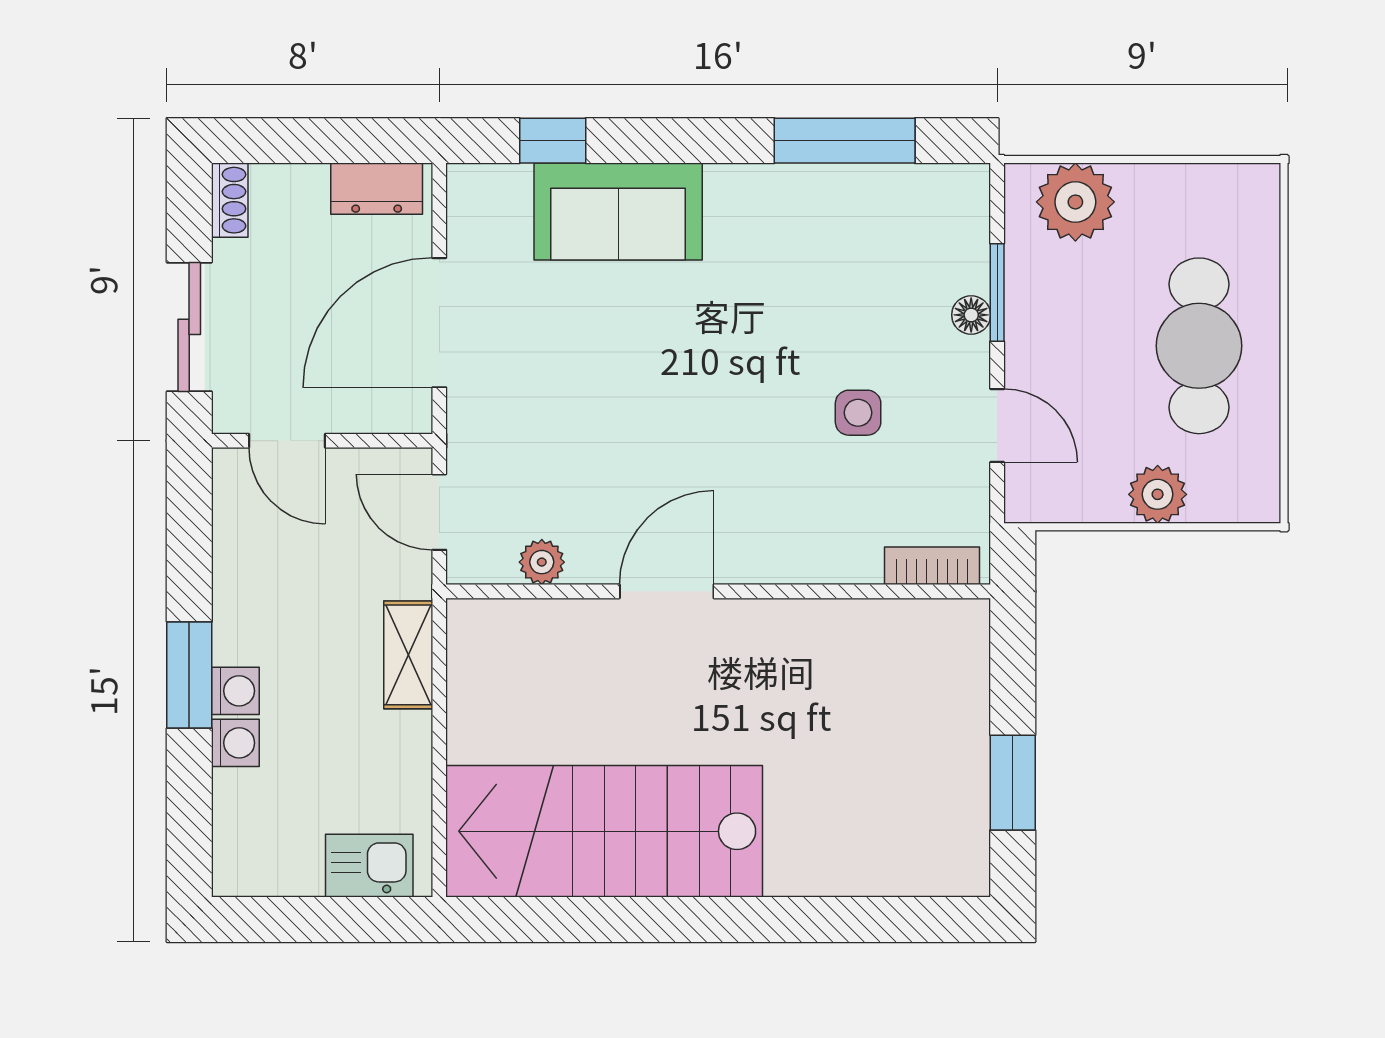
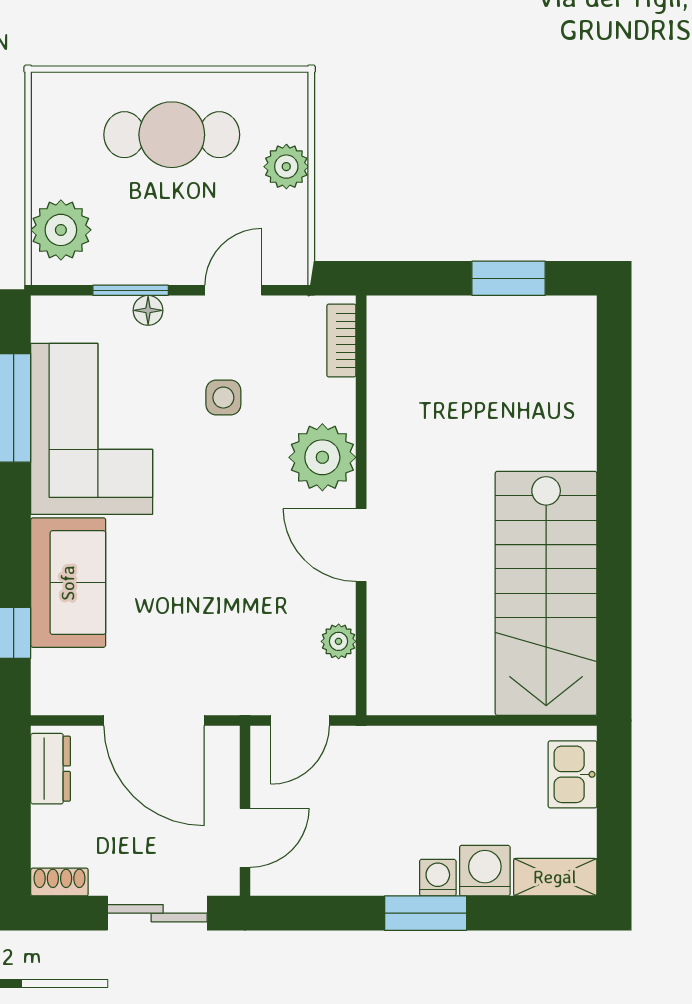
corner sofa: (817, 242) -> (92, 429), added
plant: (781, 541) -> (322, 457), added
shelving: (408, 655) -> (555, 877), moved
washing machine: (235, 743) -> (485, 871), width x1.38, depth x1.38

